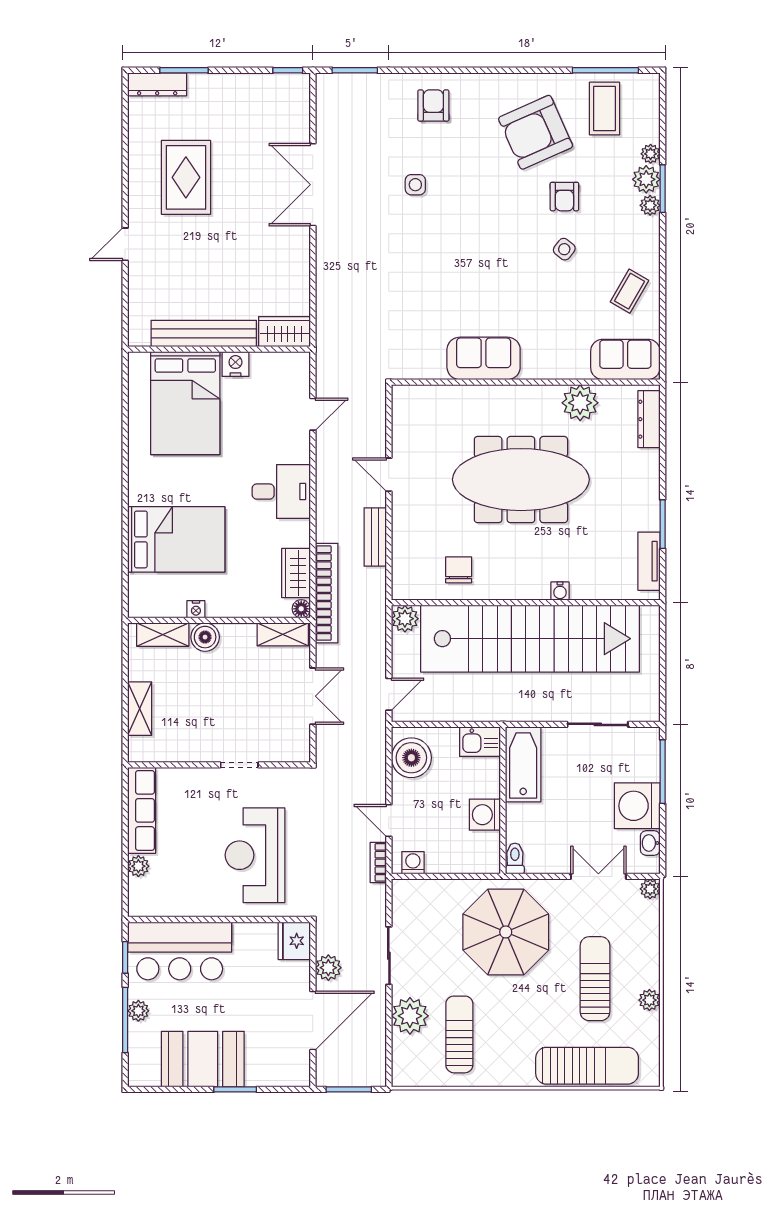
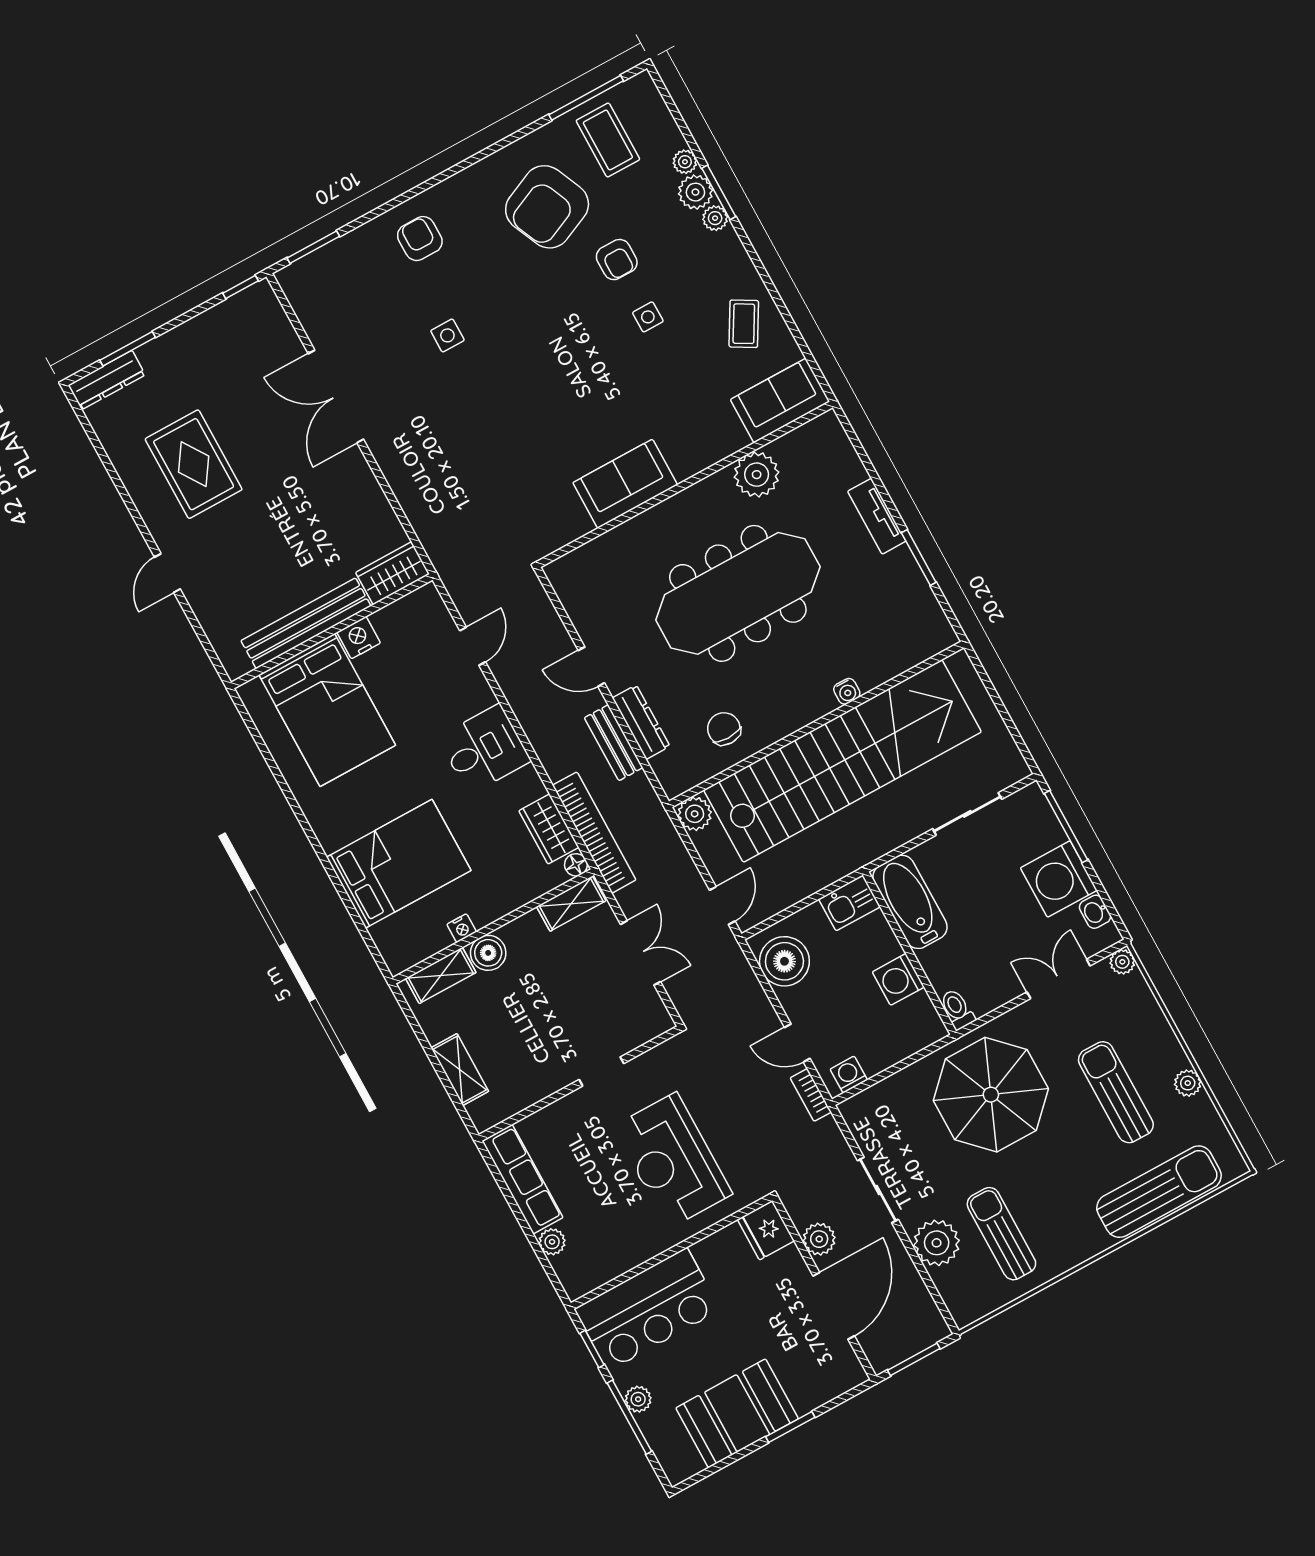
side table: (564, 249) -> (648, 317), turned -38
dresser: (649, 419) -> (641, 722), moved, turned 180
tv unit: (649, 561) -> (877, 516), moved

